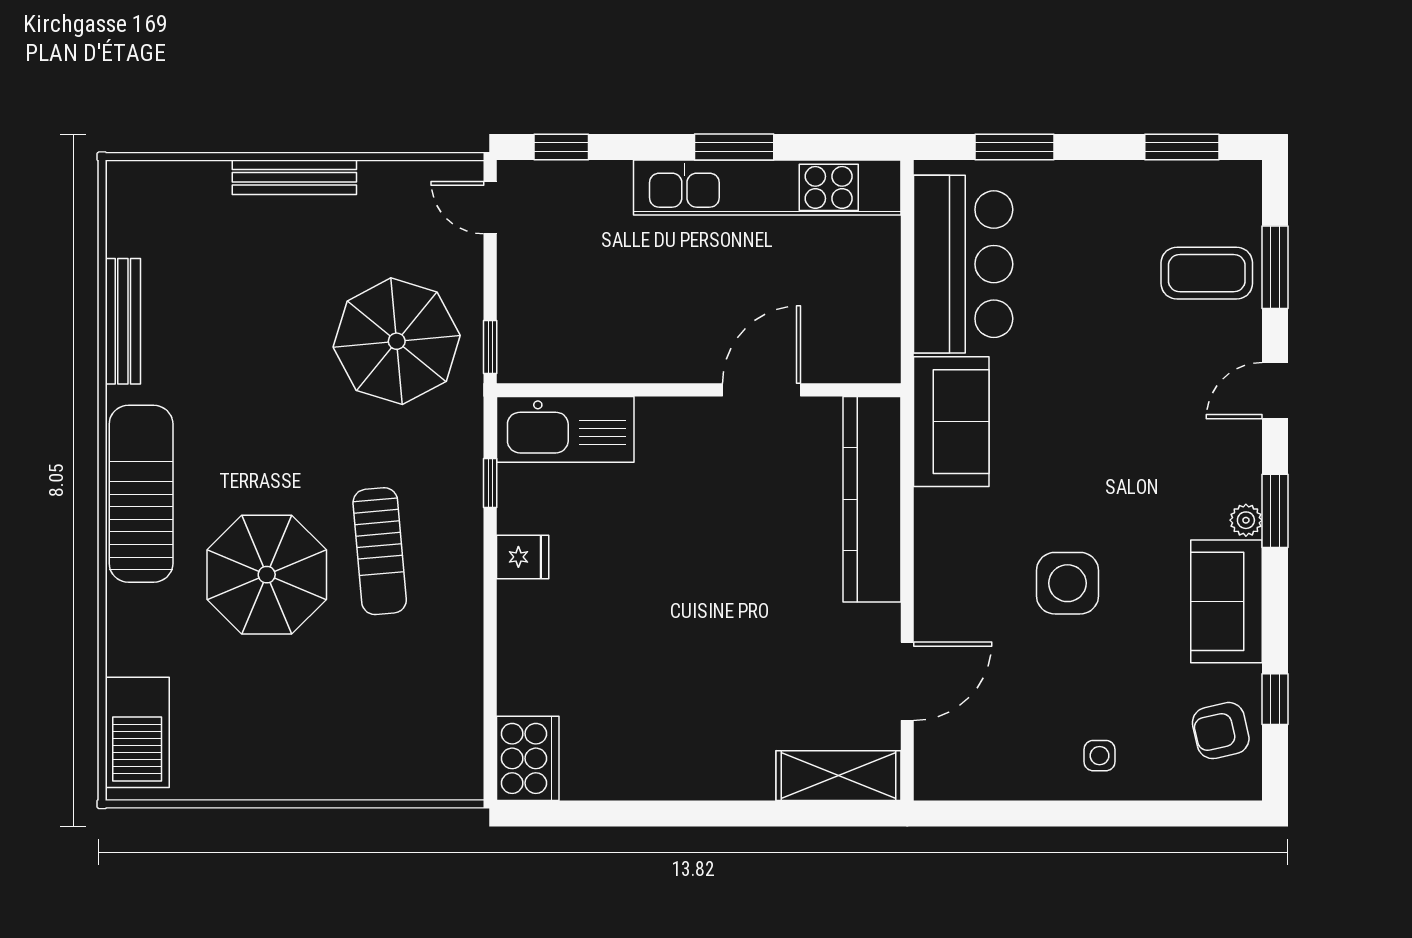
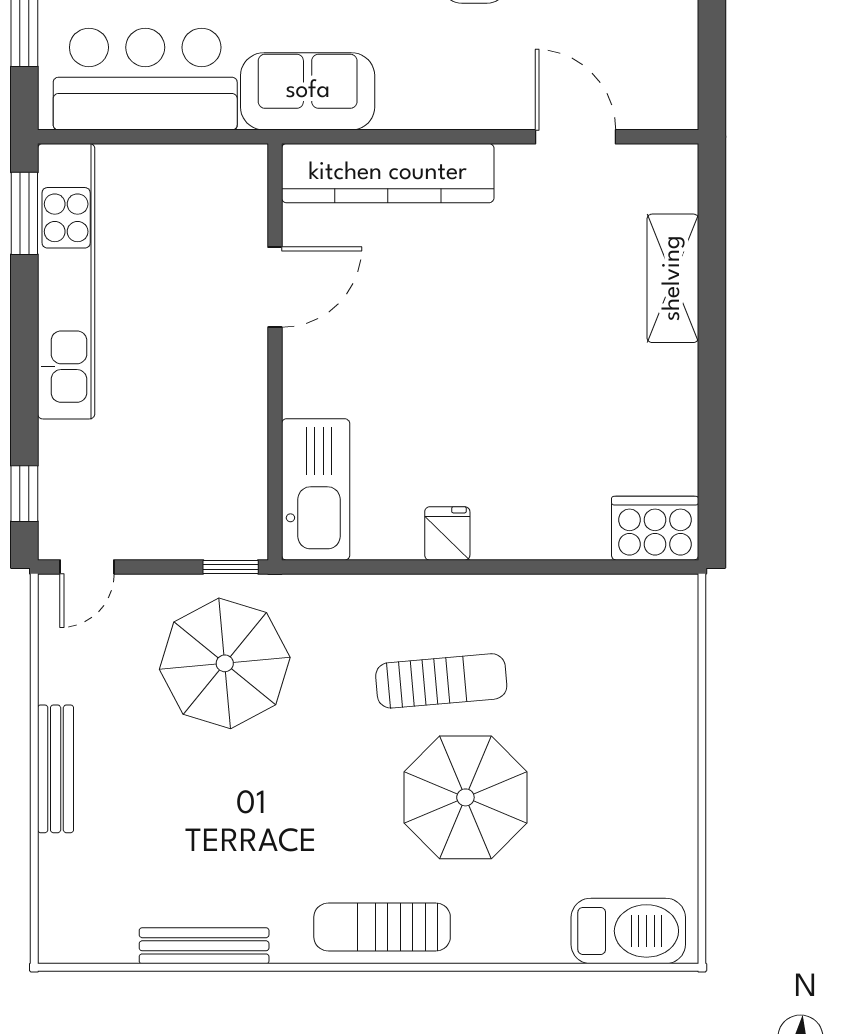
window: (734, 147) -> (24, 213), moved
door: (761, 390) -> (275, 287), swing flipped
window: (490, 483) -> (371, 567), removed
sun lounger: (141, 494) -> (382, 927), width x0.73, depth x0.75
shelving: (838, 776) -> (673, 278), moved

